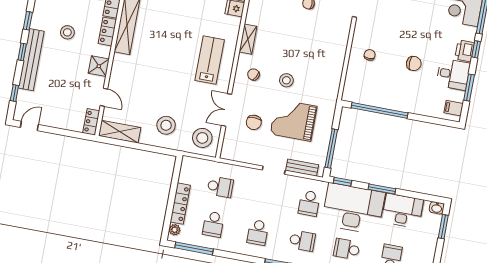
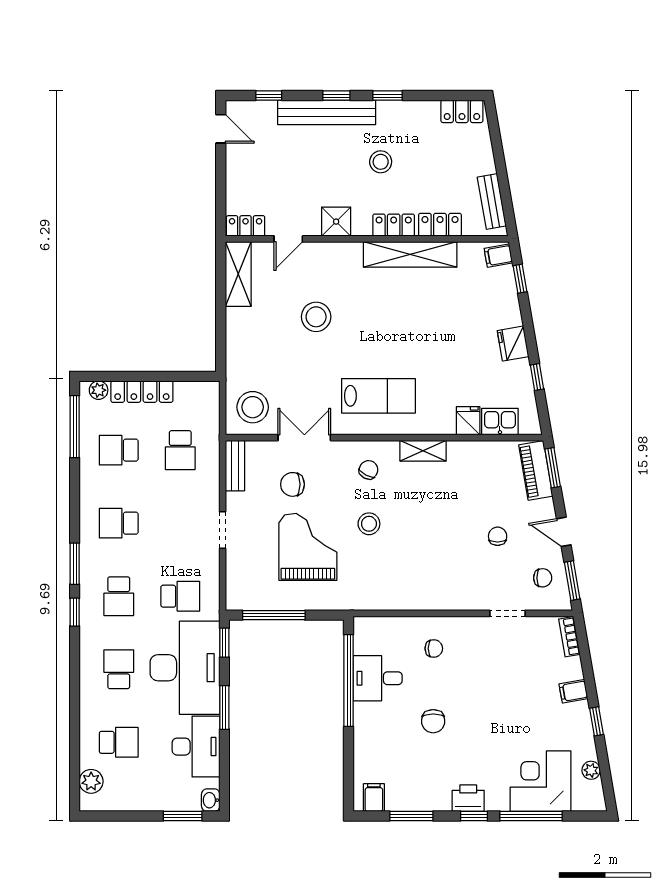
desk: (453, 74) -> (378, 678), moved, turned 90
stool: (166, 125) -> (316, 317), moved
bench: (302, 168) -> (235, 466), moved
school desk: (309, 203) -> (180, 596), turned 180

